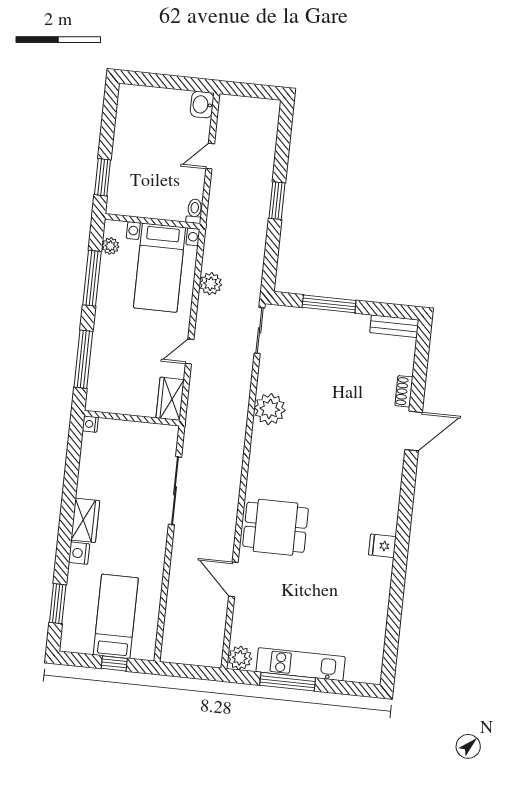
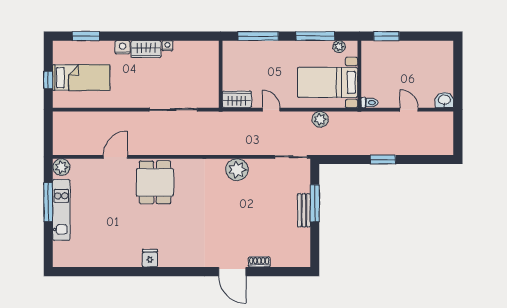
bench: (394, 326) -> (304, 210), moved
nightstand: (90, 424) -> (167, 46), moved

